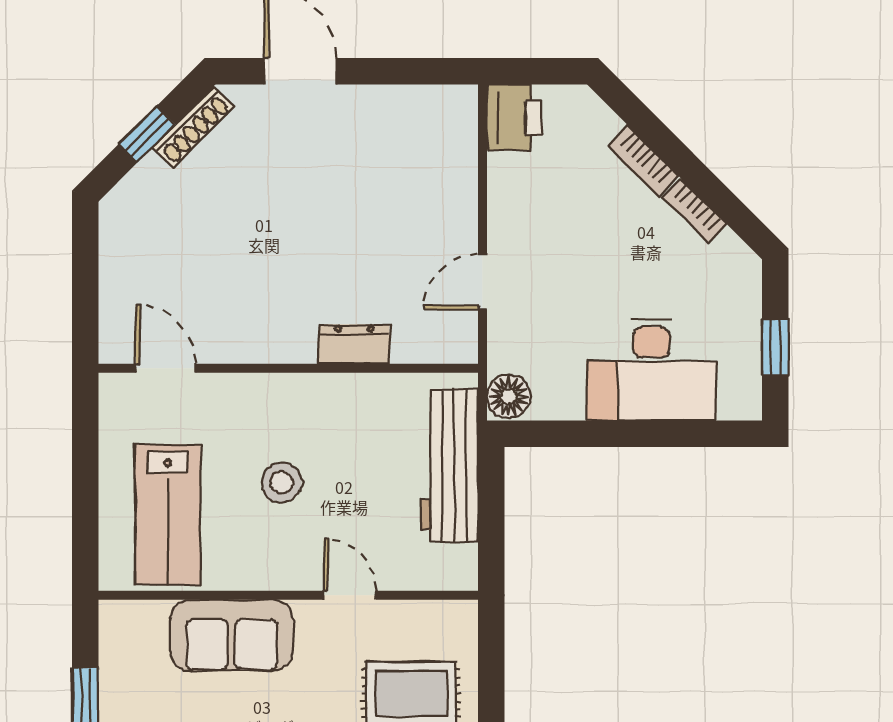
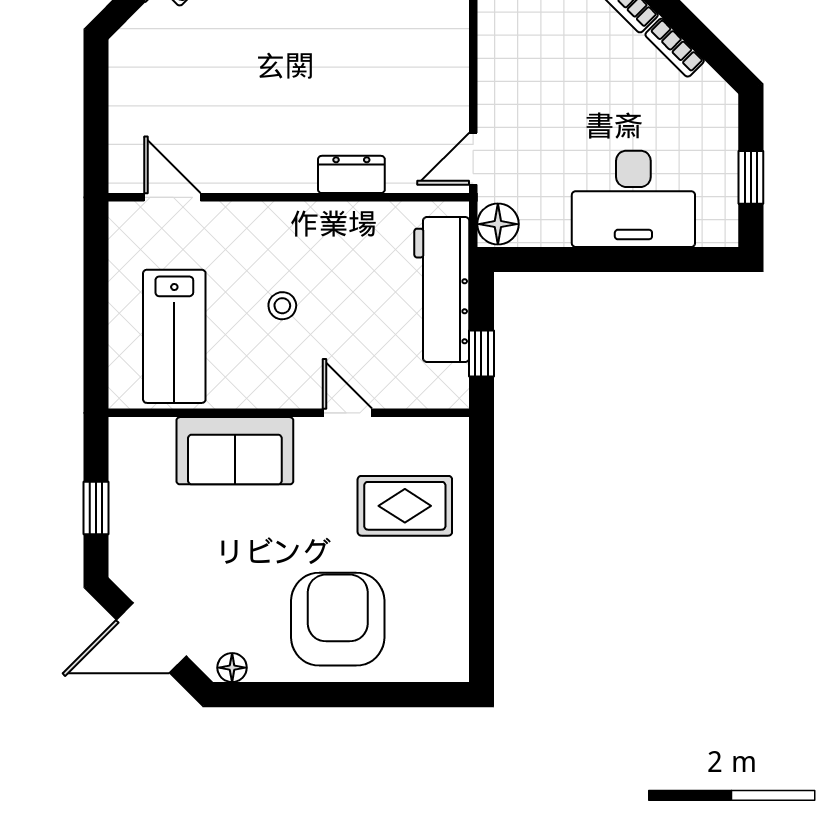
door: (483, 282) -> (473, 159), moved
stool: (282, 482) -> (282, 306), width x0.73, depth x0.73
window: (491, 533) -> (481, 354), added

